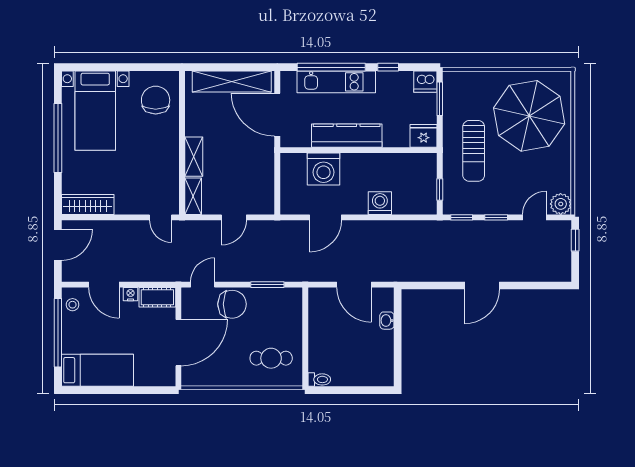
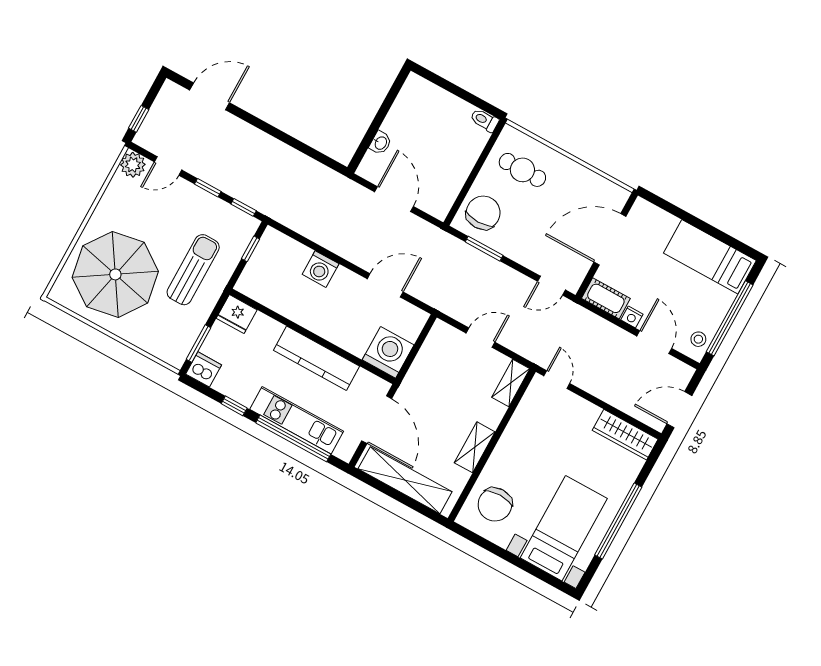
shelving: (194, 157) -> (475, 447), moved
washing machine: (324, 169) -> (388, 352), moved
door: (482, 285) -> (210, 96), moved
chair: (232, 304) -> (483, 213), moved, turned 90

